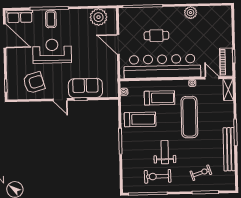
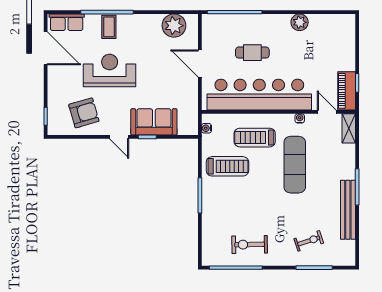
treadmill: (160, 98) -> (255, 138), turned 180
weight bench: (165, 152) -> (260, 212), removed

